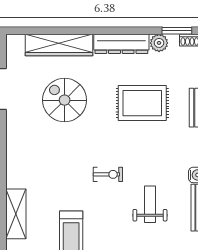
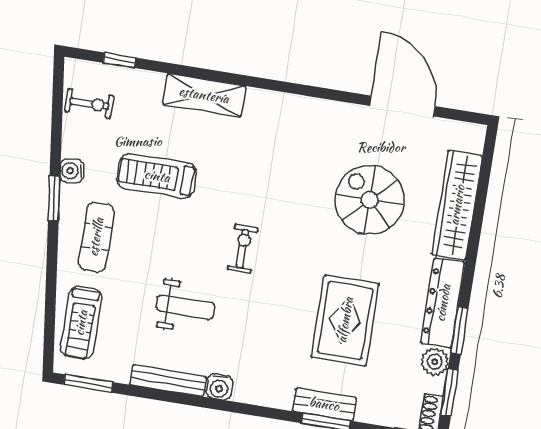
window: (137, 31) -> (459, 331), added
spiral stairs: (65, 100) -> (370, 200), turned -90
exercise bike: (108, 174) -> (243, 249), turned 180

